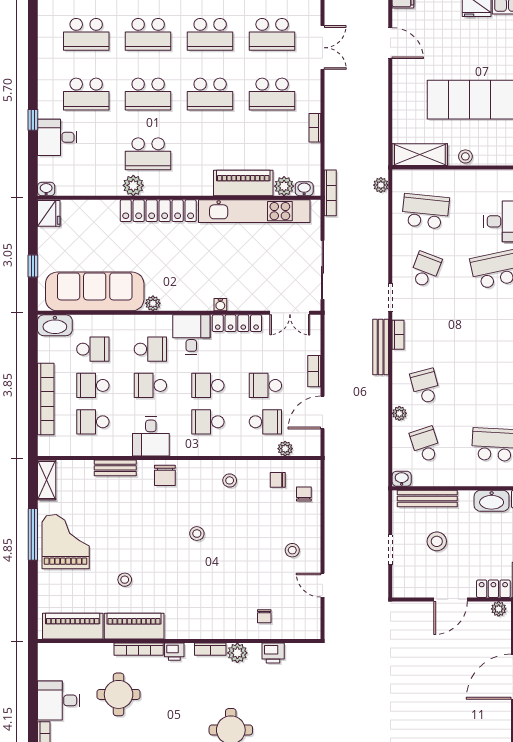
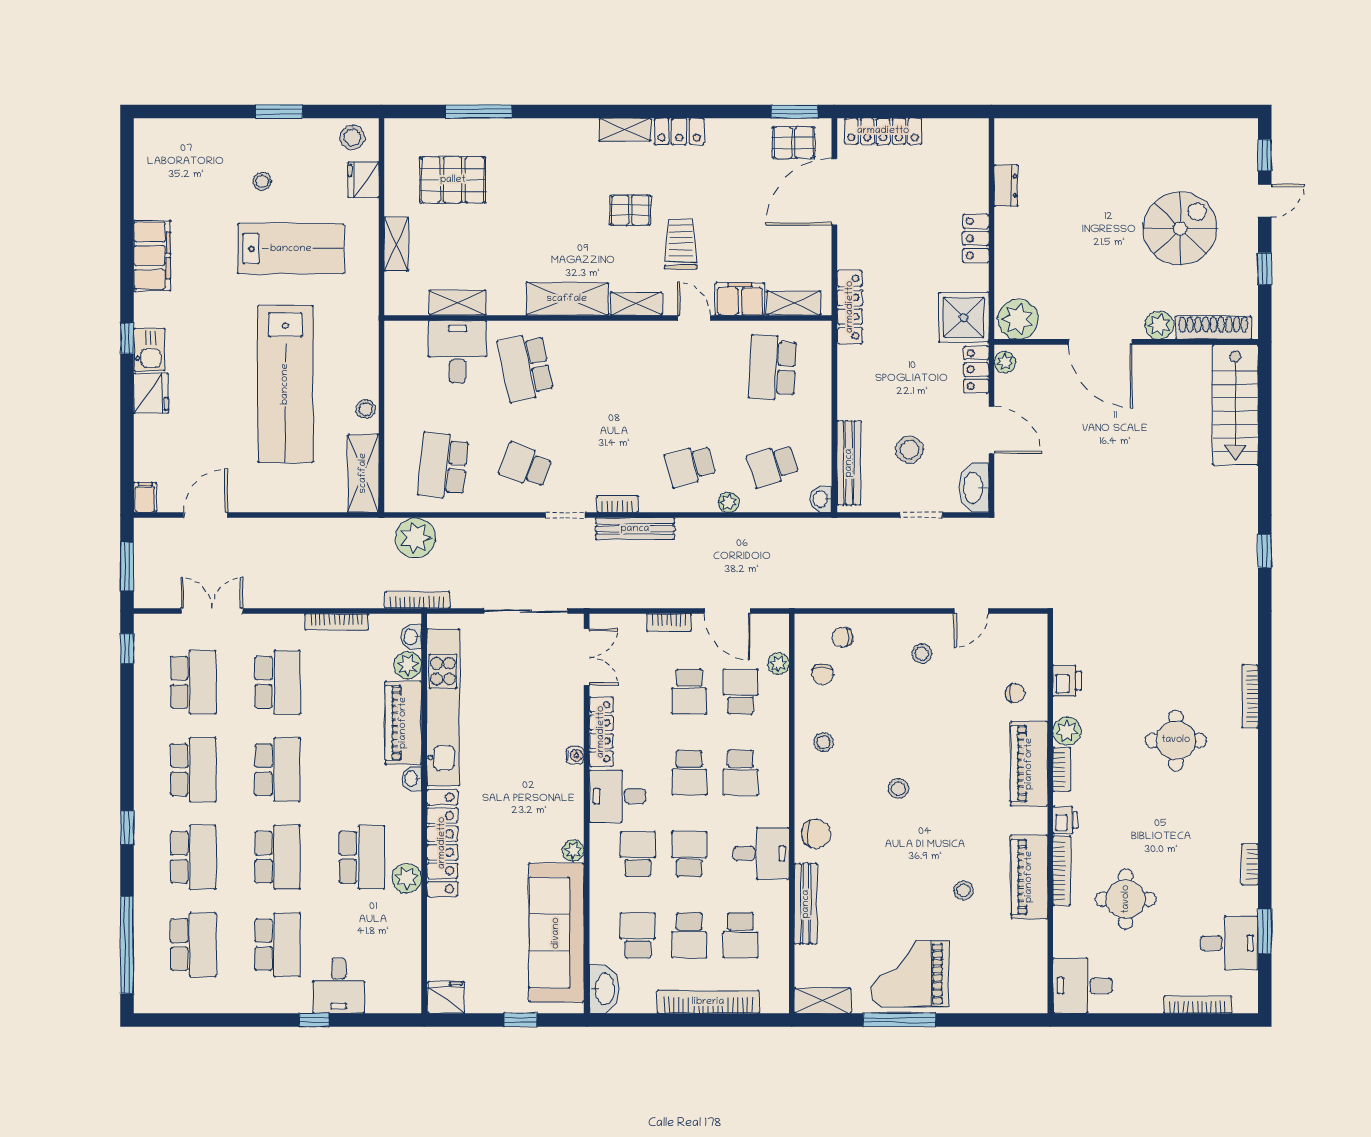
bookcase: (315, 128) -> (337, 622), width x1.56
plant: (381, 185) -> (415, 538), width x1.87, depth x1.87
washbasin: (46, 189) -> (412, 779), moved
school desk: (150, 385) -> (689, 854), turned 180
bench: (115, 468) -> (806, 904), width x1.36
washbasin: (492, 501) -> (974, 488), moved, turned 180
piano: (73, 626) -> (1029, 764), moved
desk: (59, 700) -> (1083, 986), moved, turned 90

